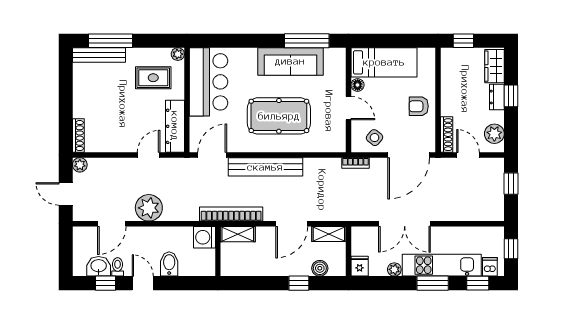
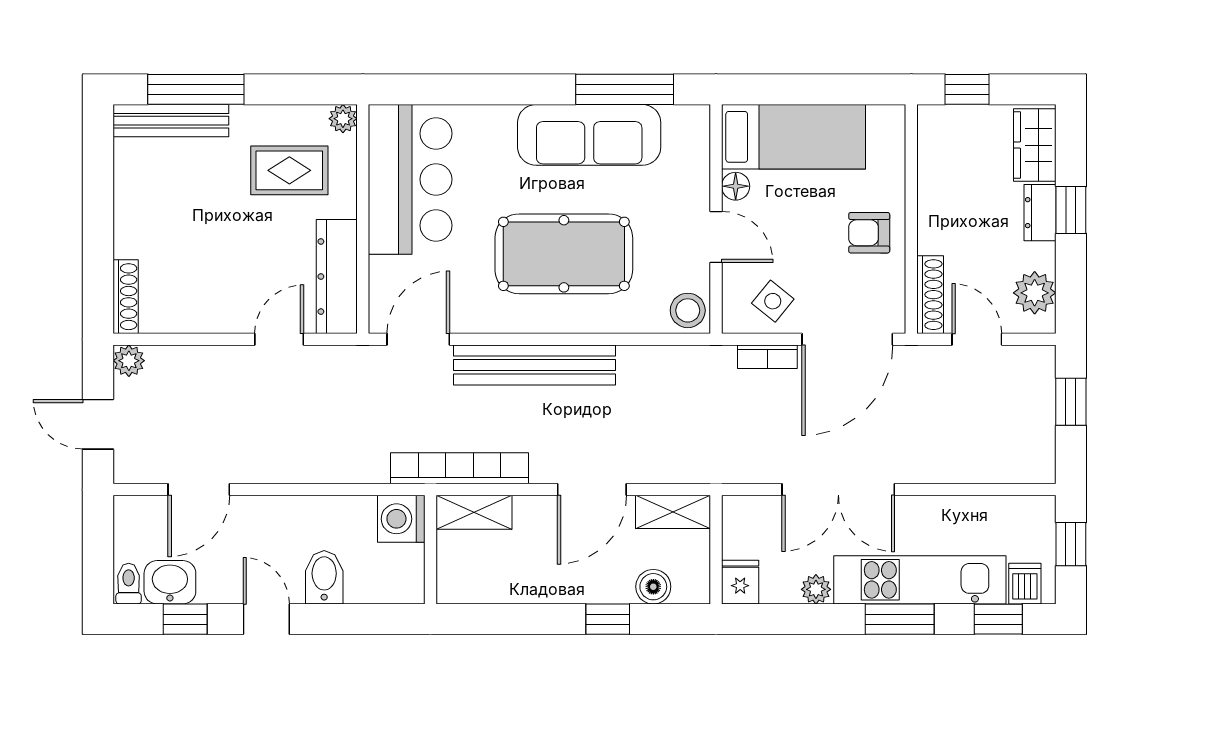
stool: (336, 142) -> (688, 310), added
bookcase: (356, 163) -> (767, 357), moved
plant: (149, 208) -> (280, 455), removed
toilet: (118, 267) -> (129, 584), moved

